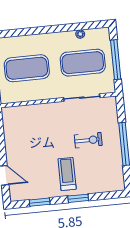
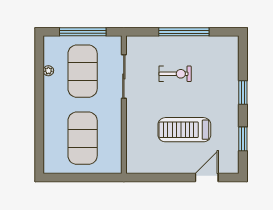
exercise bike: (88, 140) -> (175, 74), turned 90
treadmill: (67, 174) -> (184, 130), moved, width x1.37, depth x1.38

